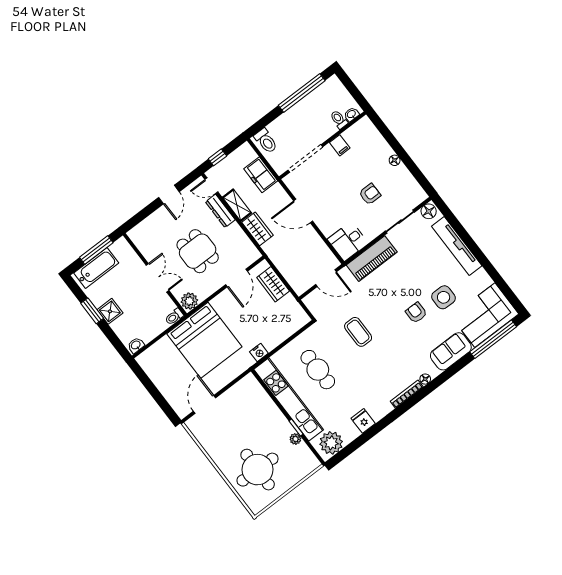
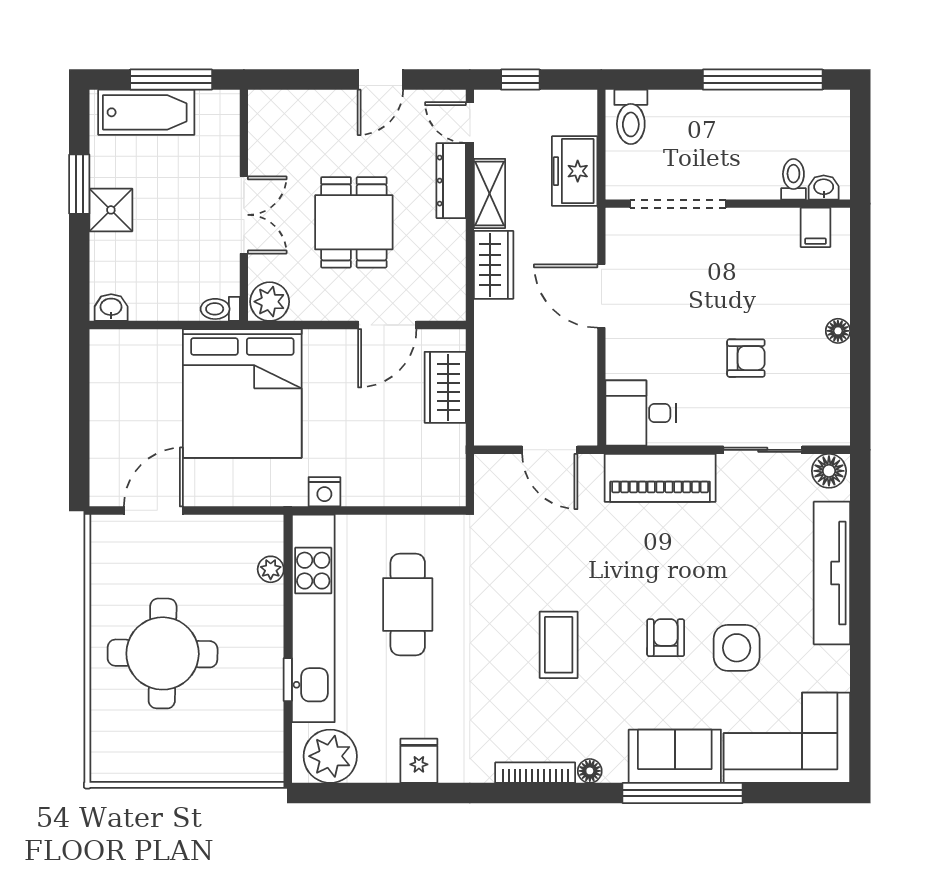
filing cabinet: (340, 145) -> (816, 227), moved
coffee table: (358, 332) -> (559, 645), moved
window: (493, 339) -> (683, 793), moved
plant: (295, 439) -> (271, 569), moved
round table: (258, 470) -> (163, 653), moved

